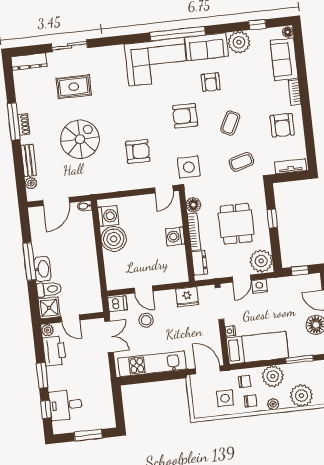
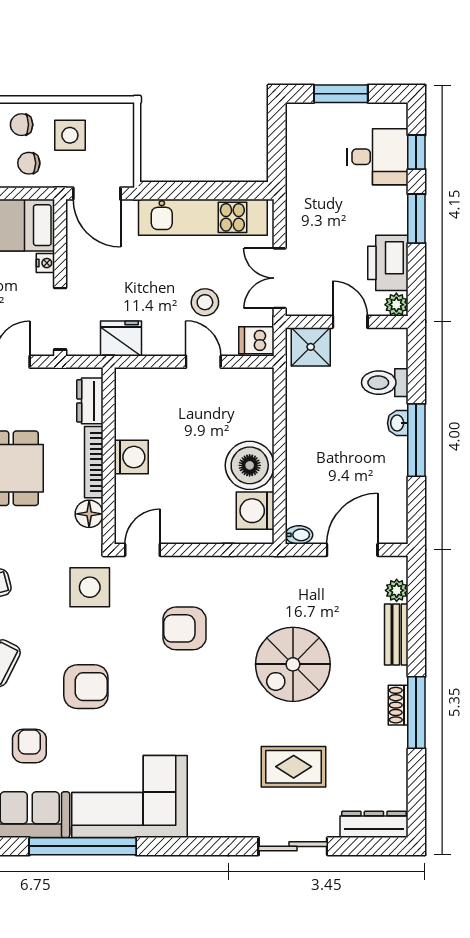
washbasin: (42, 269) -> (398, 423), width x0.52, depth x0.69
shower: (49, 308) -> (311, 347), moved

